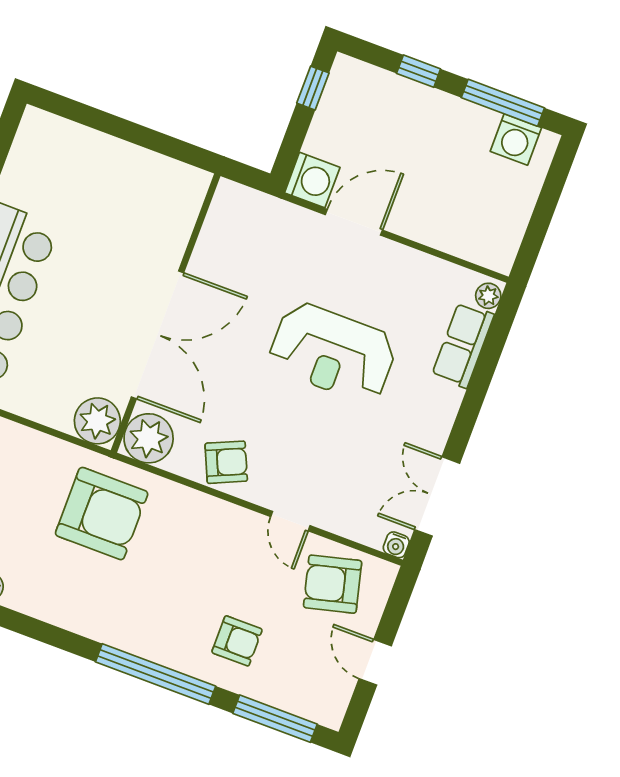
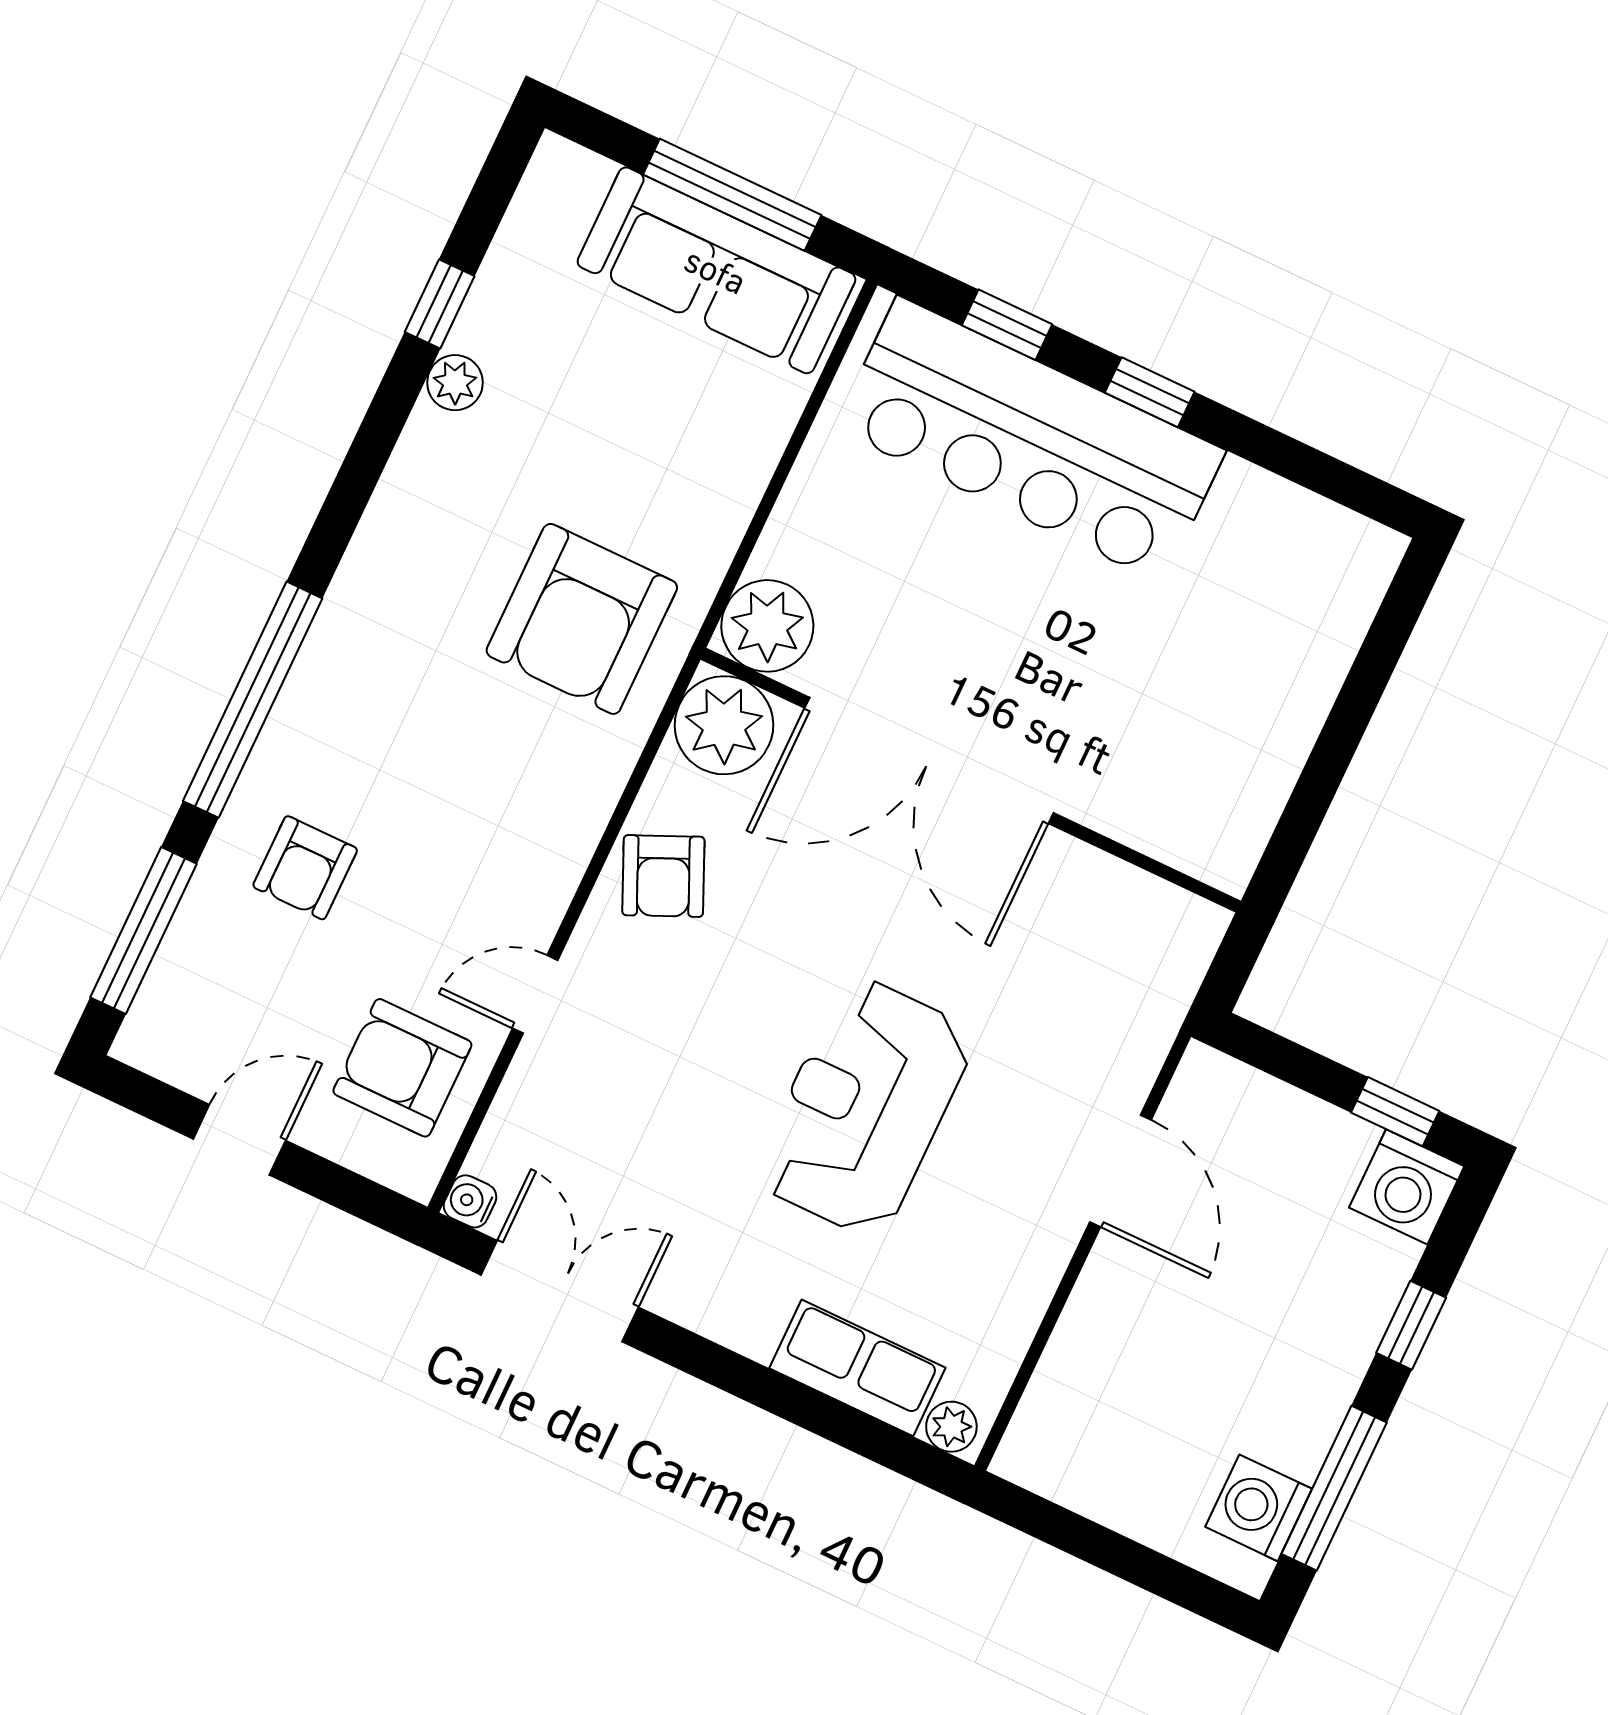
washing machine: (312, 180) -> (1407, 1187), moved
armchair: (333, 584) -> (402, 1068), turned -76

